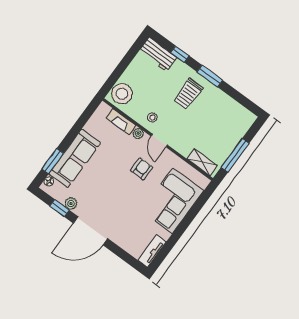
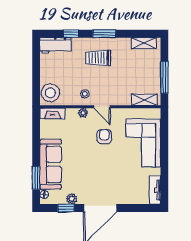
trolley: (188, 94) -> (98, 58), turned 90
shelving: (239, 111) -> (144, 43), added
fireplace: (121, 122) -> (53, 113), moved

